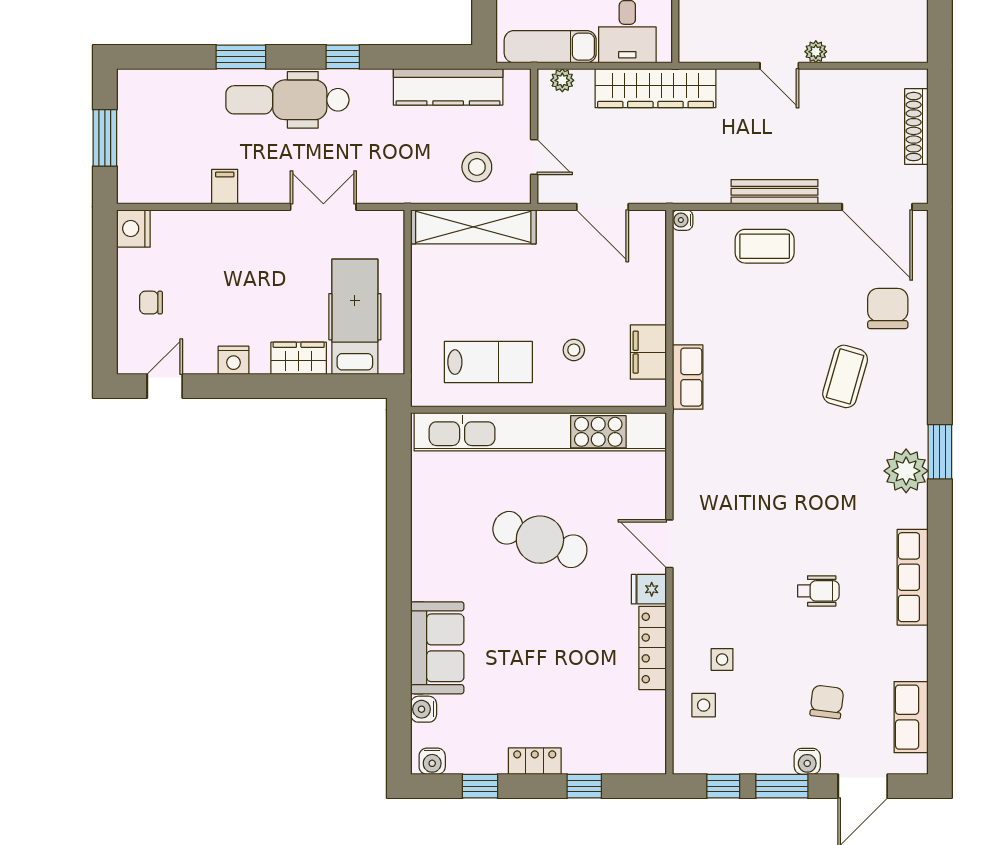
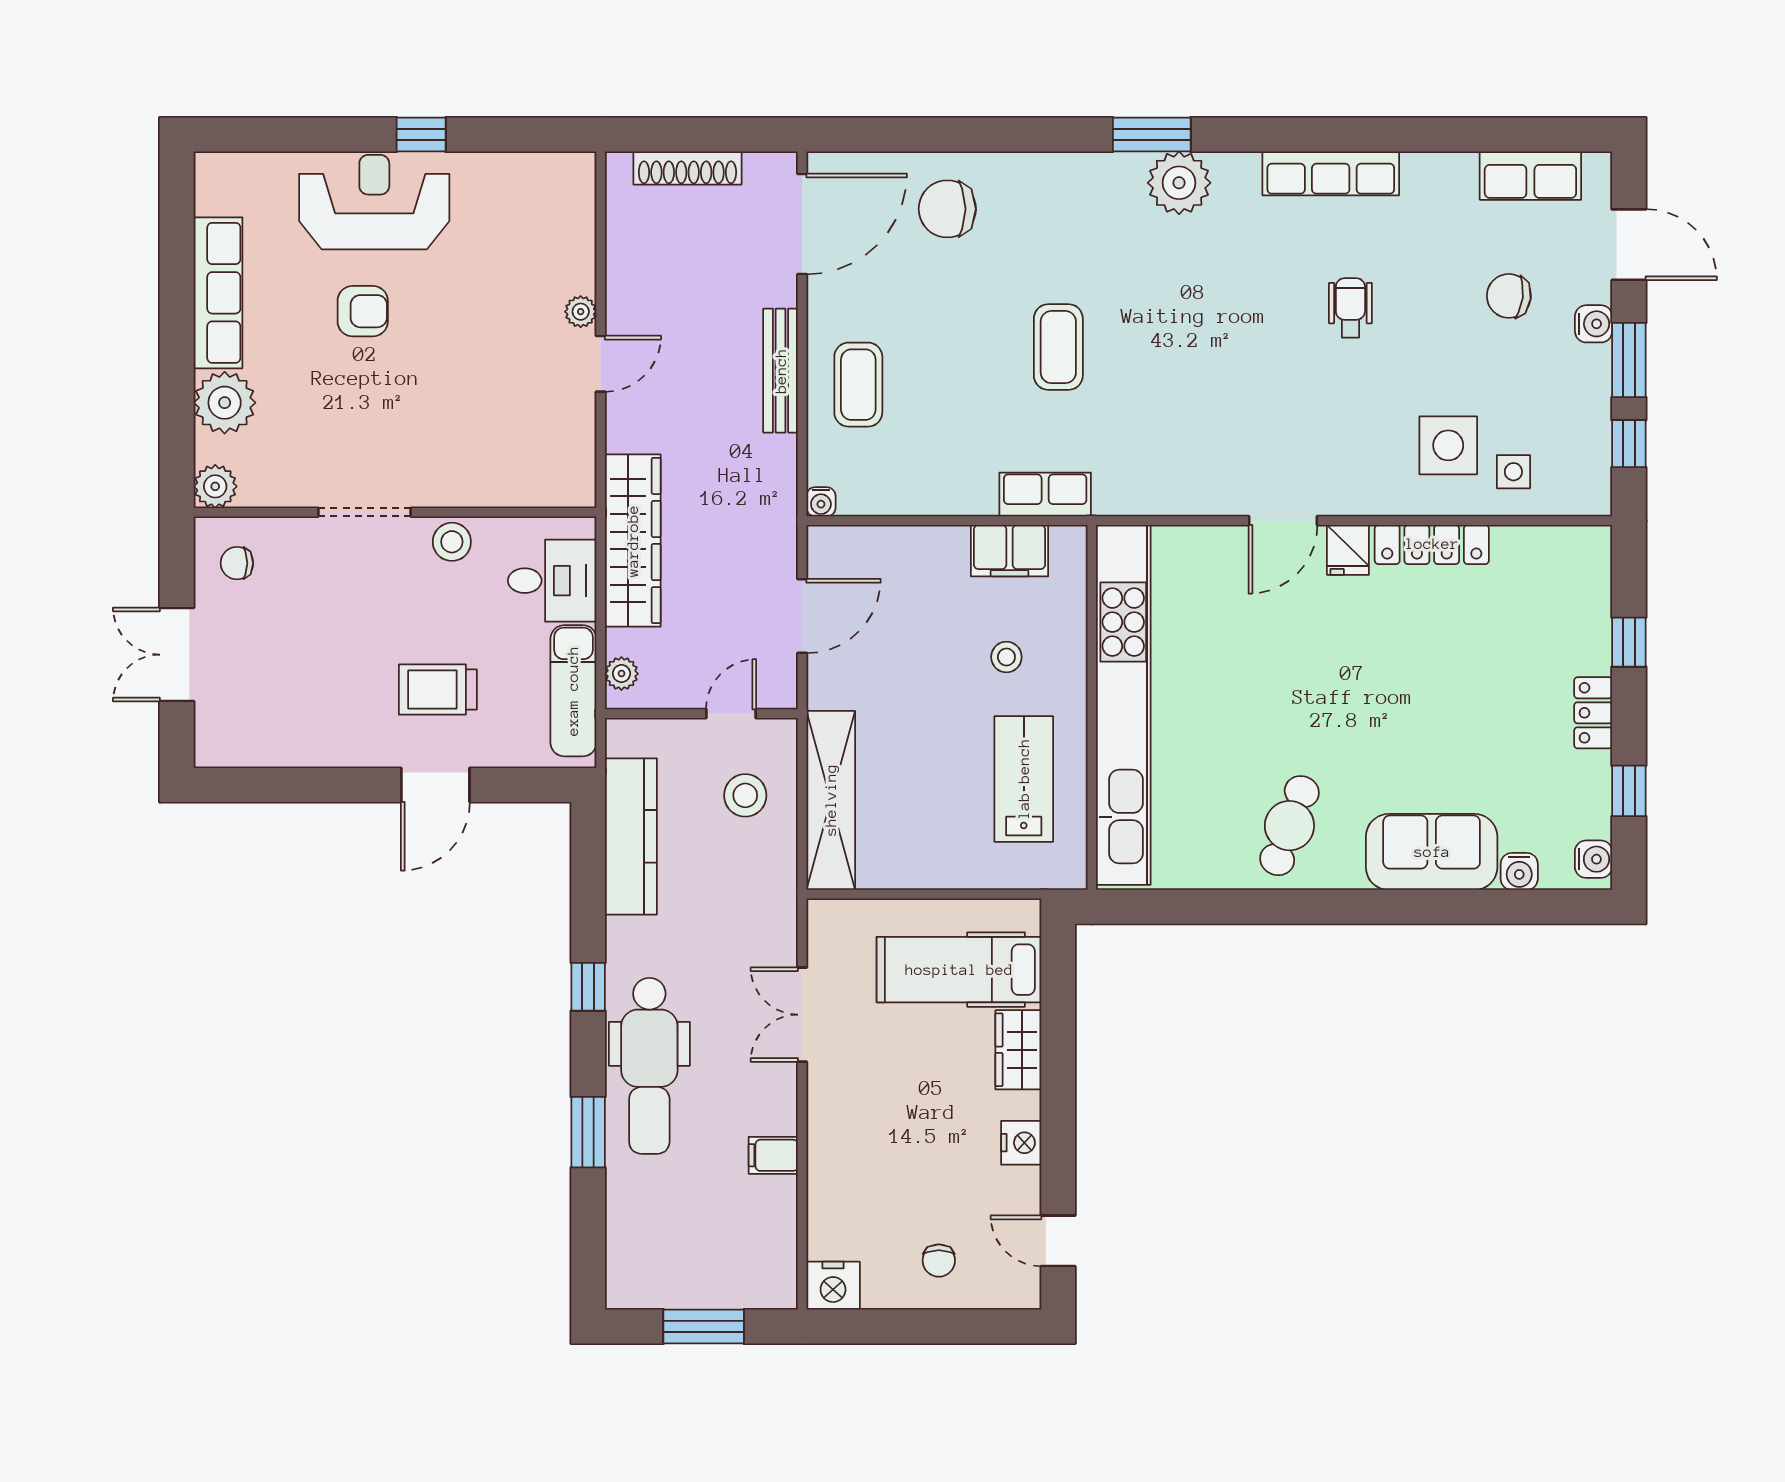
coffee table: (845, 376) -> (1058, 347), moved, turned 74
cafe table: (540, 540) -> (1289, 826), moved, width x0.73, depth x0.74
side table: (722, 659) -> (1448, 445), width x1.87, depth x1.87

